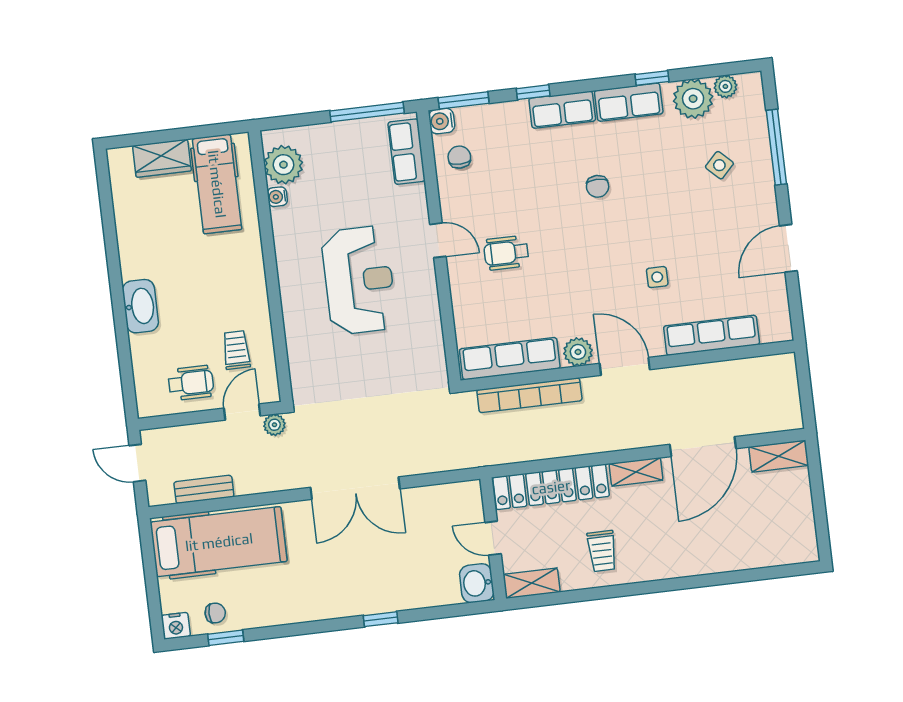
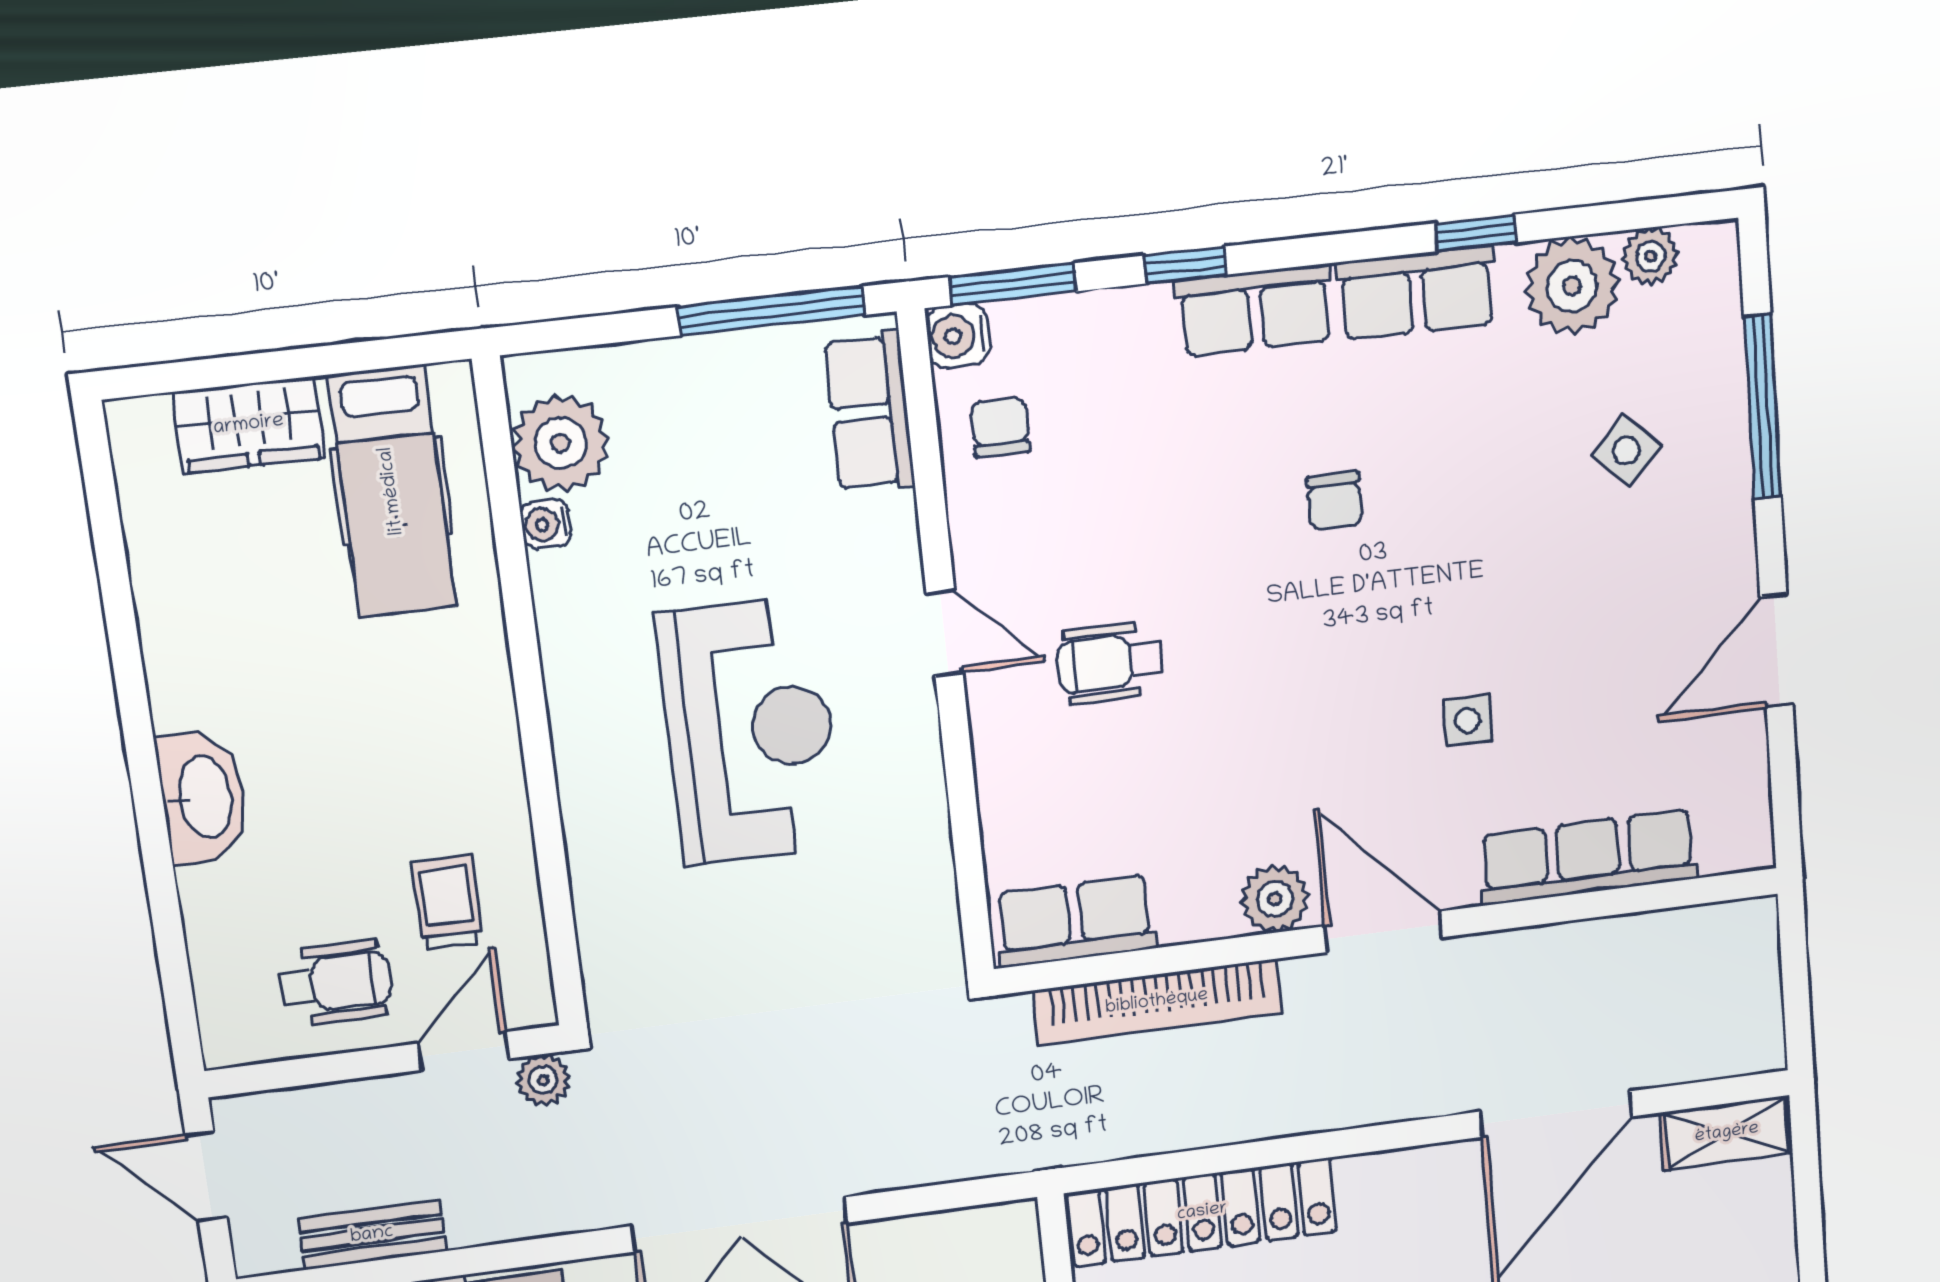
row of seats: (510, 359) -> (1075, 921), width x0.68
shelving: (636, 472) -> (1400, 1174), removed

